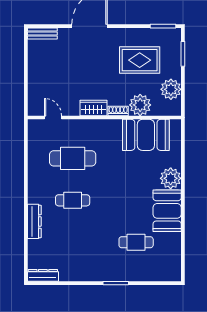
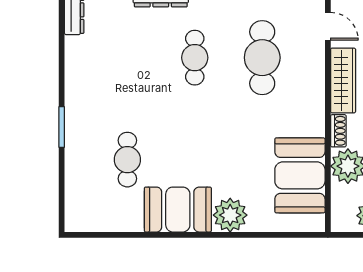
wardrobe: (94, 108) -> (343, 80), width x1.50
door: (53, 118) -> (328, 26), hinge flipped

